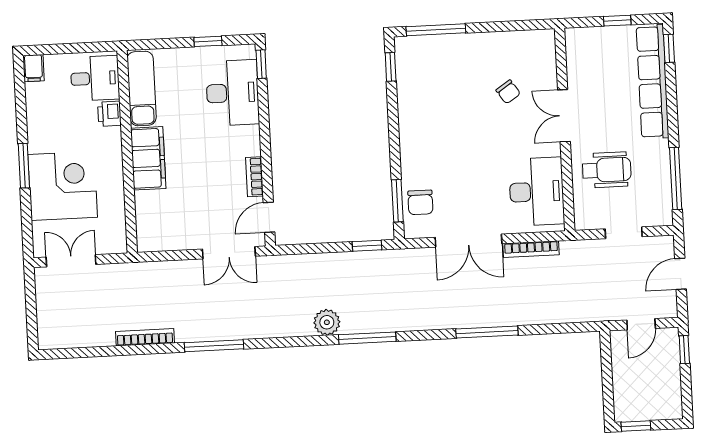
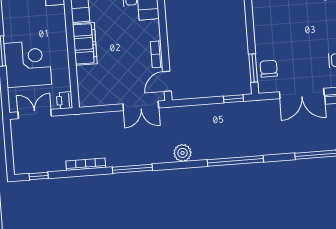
printer: (109, 114) -> (64, 100), moved
chair: (420, 202) -> (269, 69), turned 180
plant: (327, 322) -> (182, 153), moved
window: (367, 338) -> (235, 161), width x1.46
window: (74, 353) -> (39, 176), added

